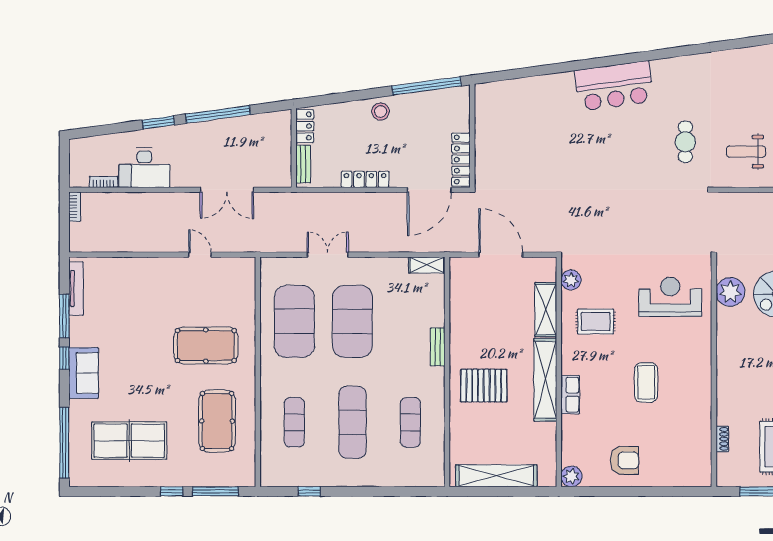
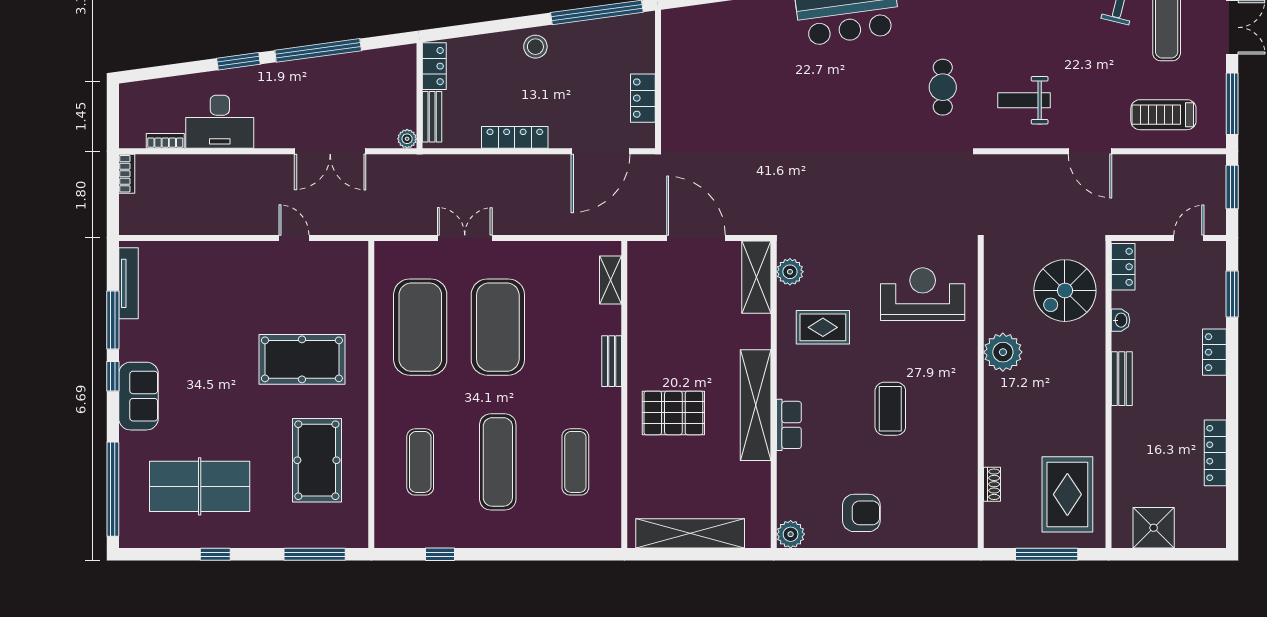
locker: (461, 160) -> (643, 98), width x0.66
plant: (285, 180) -> (407, 139), added
shelving: (427, 265) -> (611, 280), moved, turned 90
plant: (730, 292) -> (1003, 352), moved
shelving: (546, 310) -> (756, 277), moved
window: (172, 491) -> (215, 554), moved

